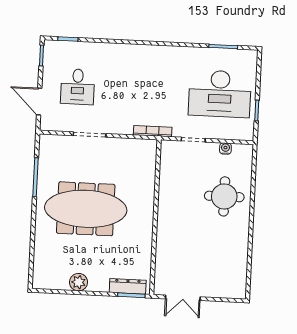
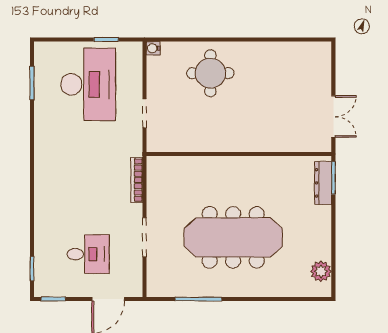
bookcase: (153, 131) -> (137, 180), moved
water cooler: (225, 149) -> (153, 48), moved
meeting table: (86, 209) -> (233, 237), turned 90
plant: (79, 282) -> (321, 271), moved

